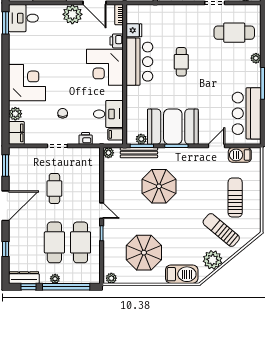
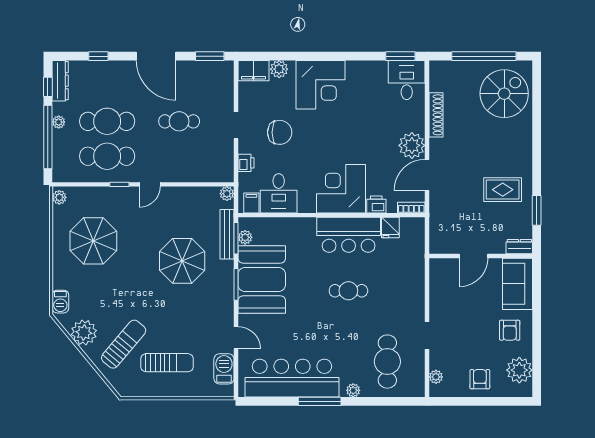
chair: (63, 113) -> (280, 132), width x1.87, depth x1.87
bar counter: (247, 113) -> (292, 378), width x1.36
barbecue: (182, 274) -> (60, 302), width x0.53, depth x0.65

